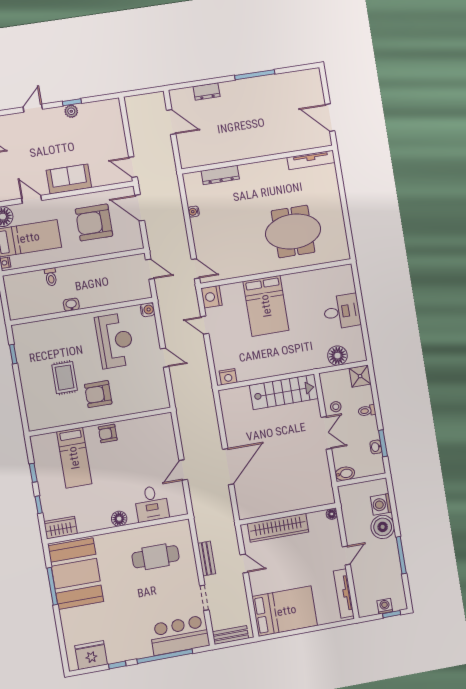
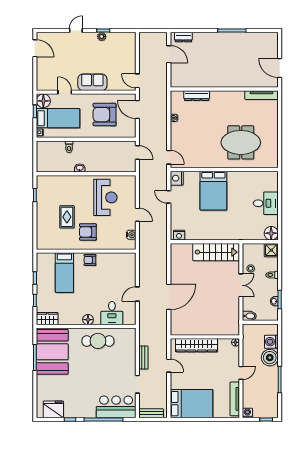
dresser: (207, 91) -> (183, 37), moved
water cooler: (148, 310) -> (131, 235), moved
floor lamp: (337, 356) -> (271, 233), moved
cafe table: (156, 557) -> (98, 341), moved
washing machine: (385, 606) -> (247, 413), moved

